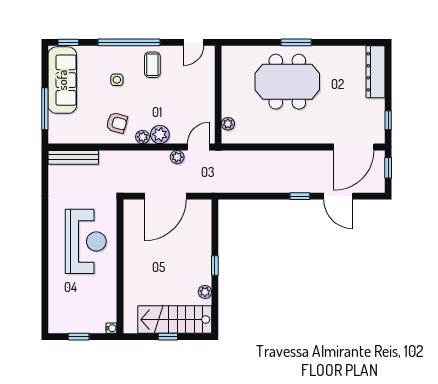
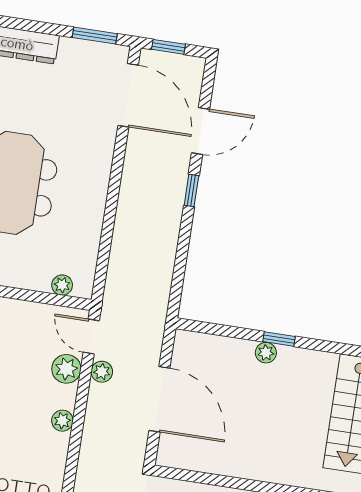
window: (388, 120) -> (95, 36), width x1.50
armchair: (117, 123) -> (34, 457), removed
plant: (160, 134) -> (66, 369), moved
plant: (205, 292) -> (266, 353), moved

